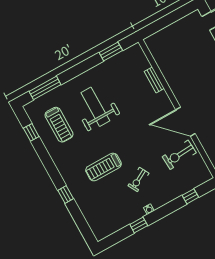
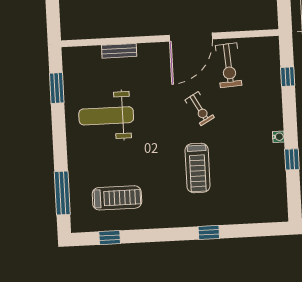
weight bench: (95, 107) -> (106, 116), moved
exercise bike: (138, 179) -> (200, 109), moved

